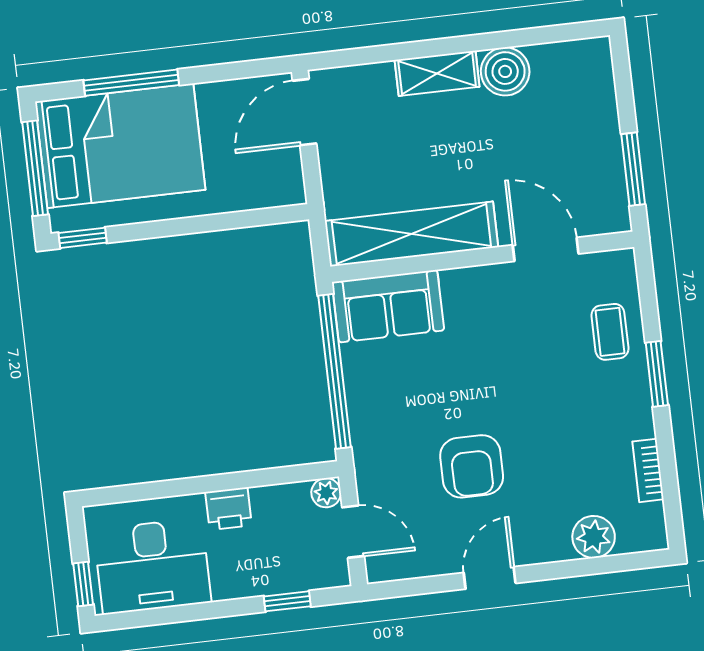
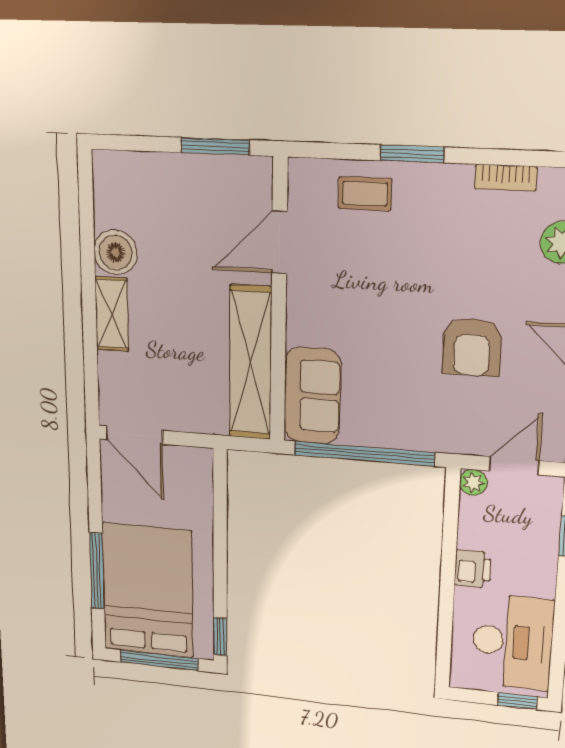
armchair: (472, 466) -> (472, 347), turned 90

